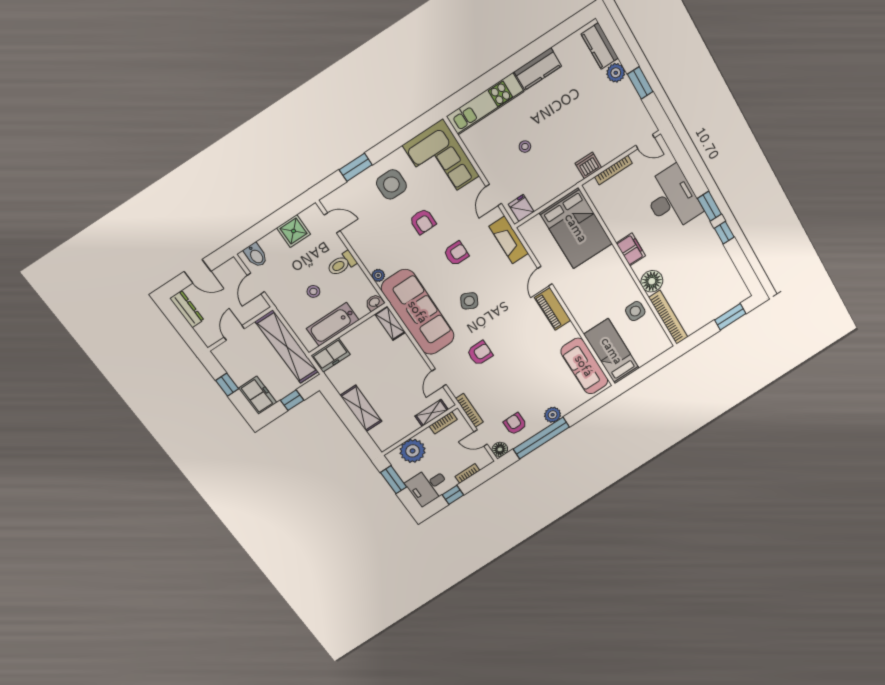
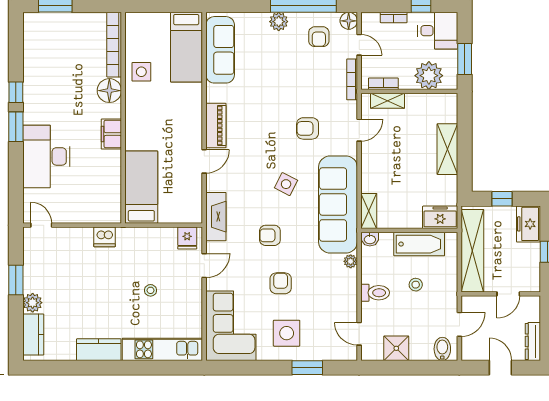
bookcase: (613, 170) -> (85, 218), removed
bed: (576, 228) -> (141, 187), width x0.67

